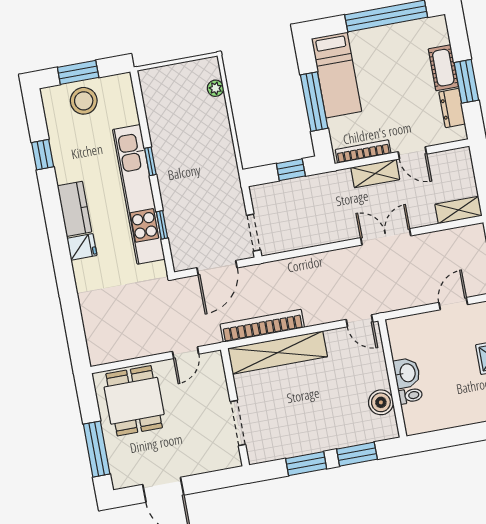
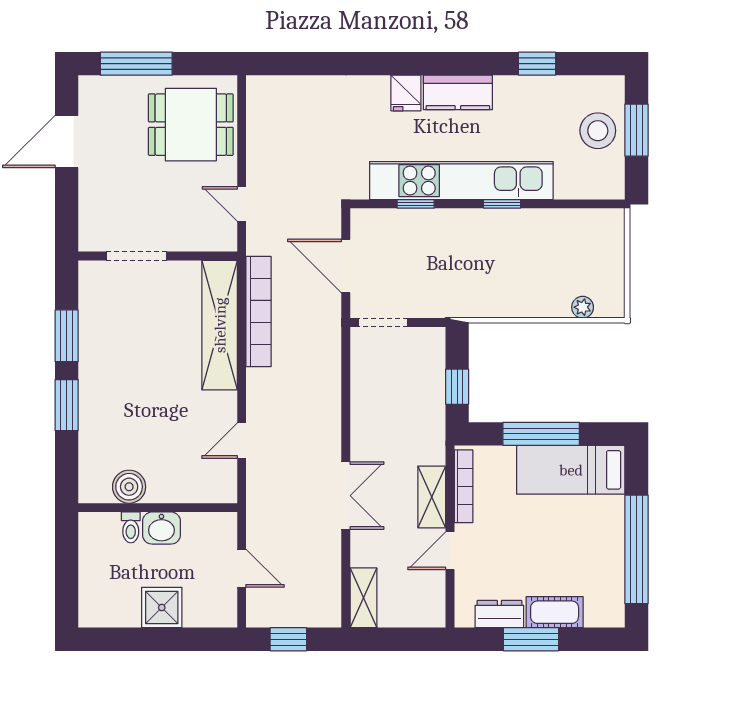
washbasin: (407, 373) -> (161, 528), moved
wall: (392, 378) -> (158, 508), moved
toilet: (411, 396) -> (131, 527), moved
boiler: (381, 402) -> (129, 487), moved

